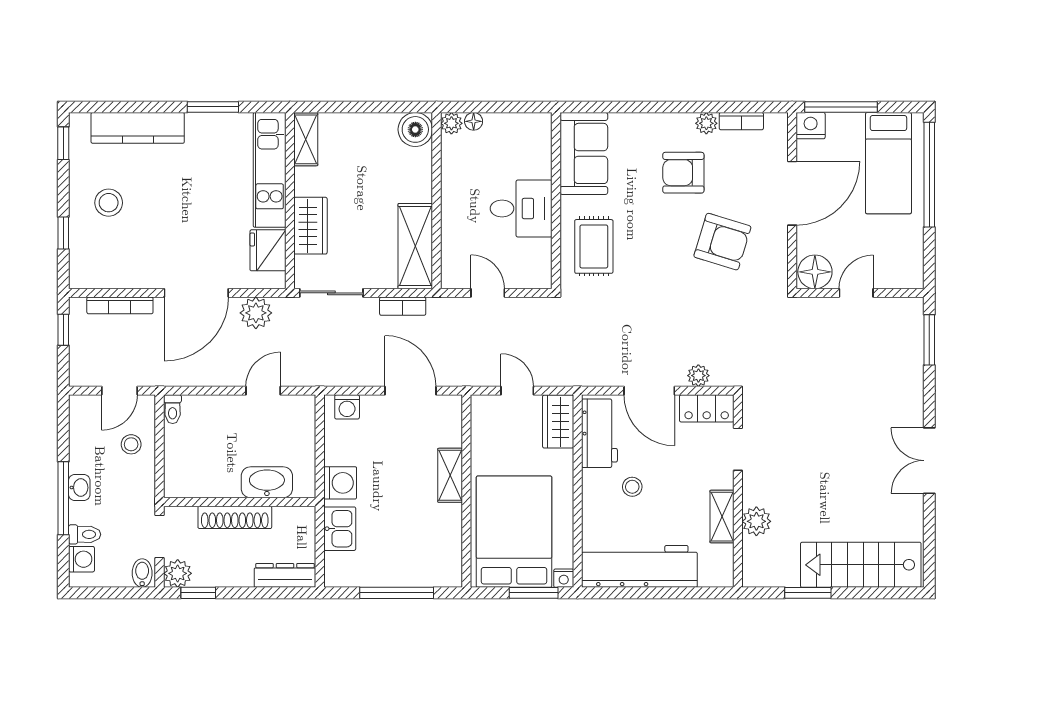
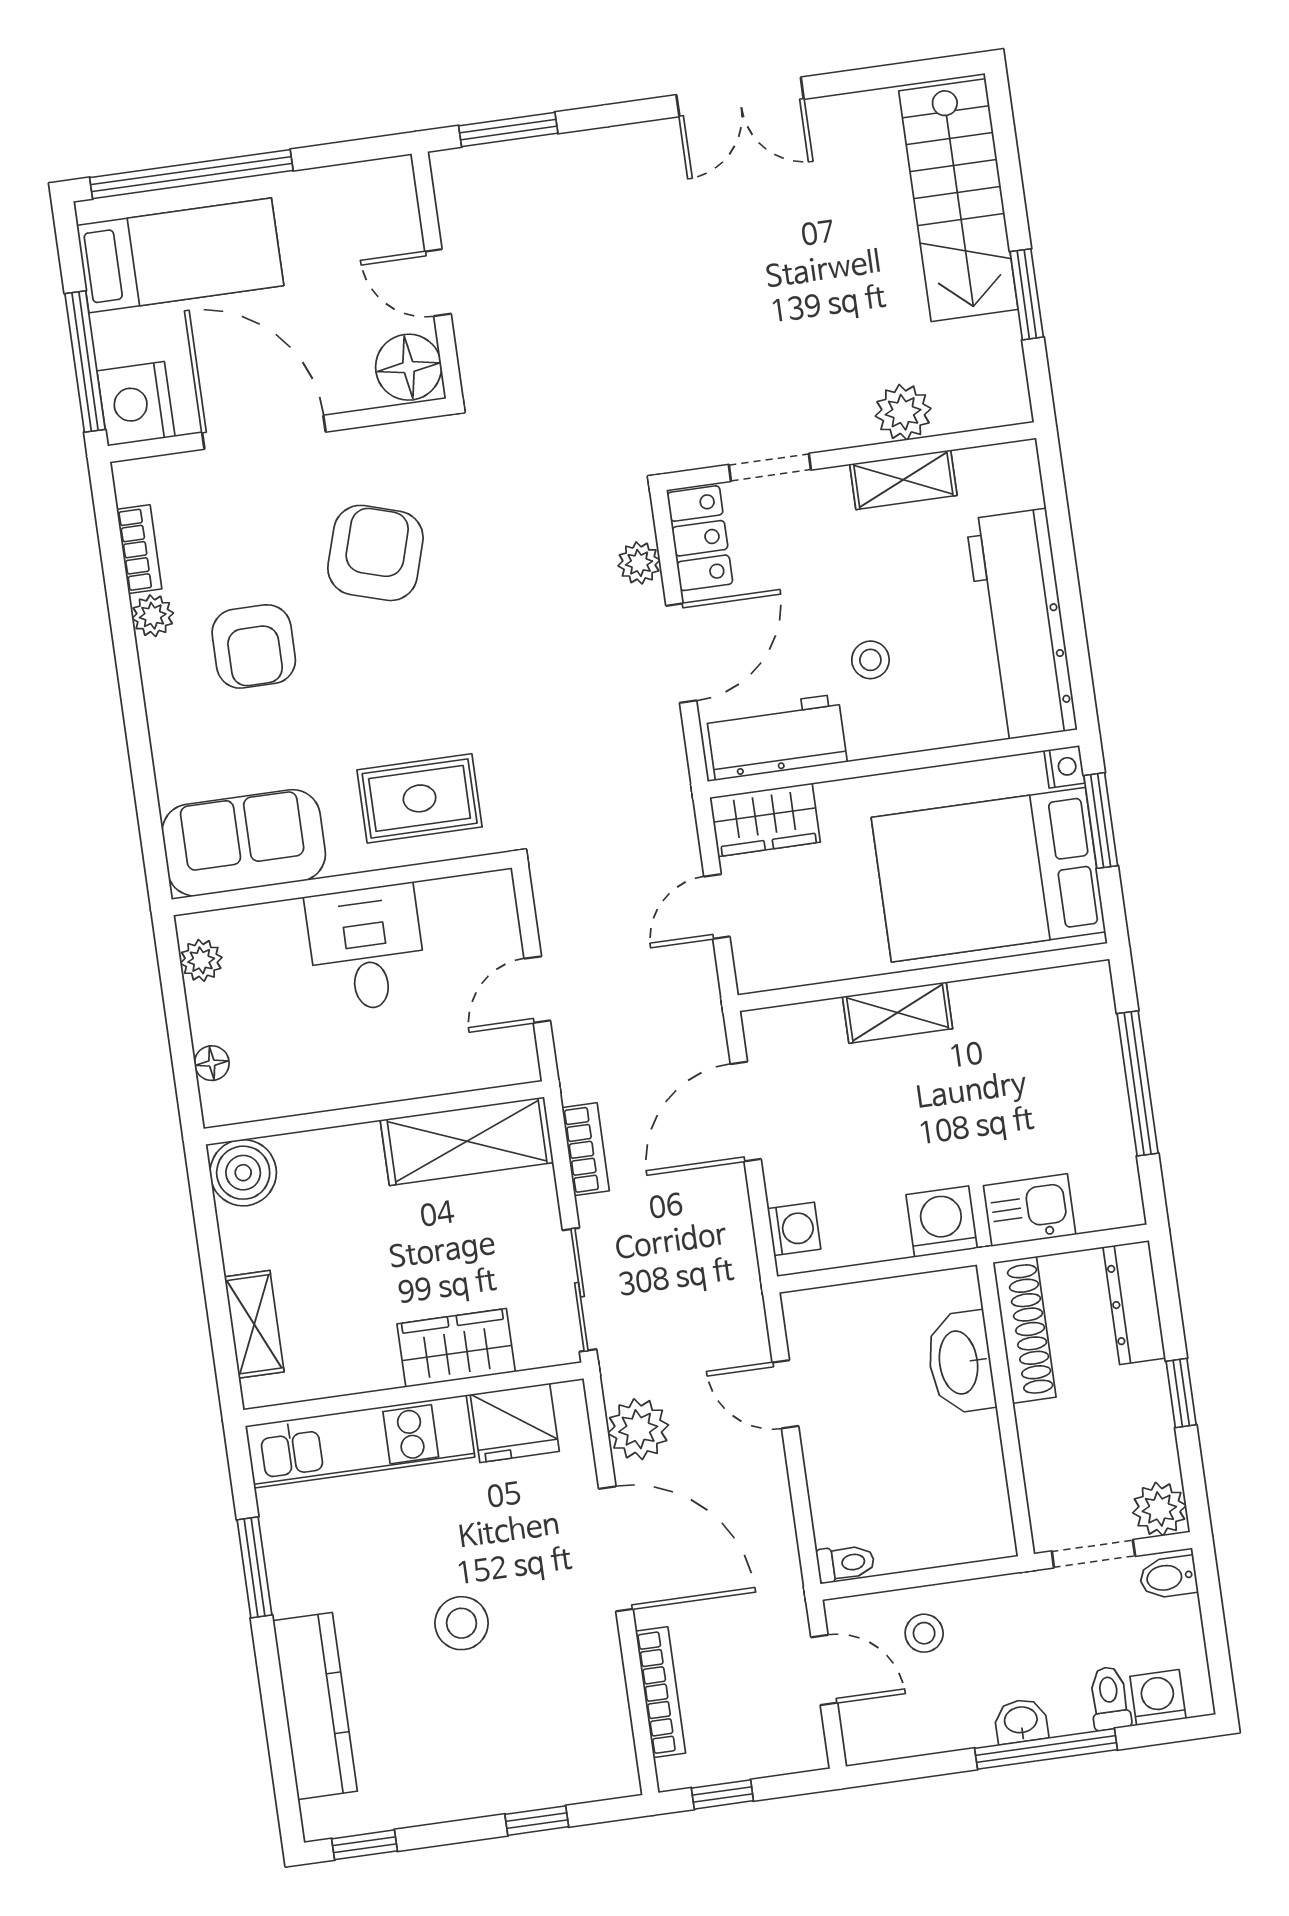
plant: (451, 123) -> (201, 960), moved
nightstand: (811, 126) -> (136, 404), width x1.36, depth x1.33
shelving: (306, 139) -> (254, 1324), moved, turned 90
stool: (109, 203) -> (461, 1623), moved
shoe rack: (235, 517) -> (1024, 1330), moved
window: (198, 593) -> (1181, 1393), moved

